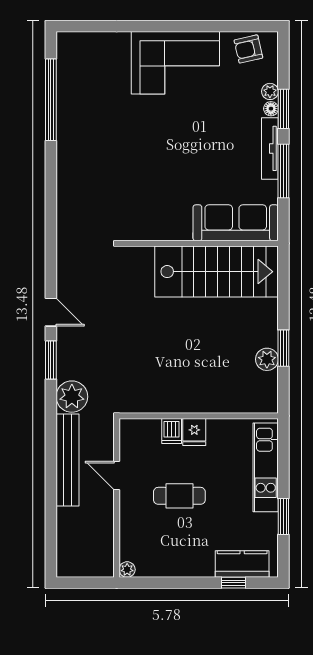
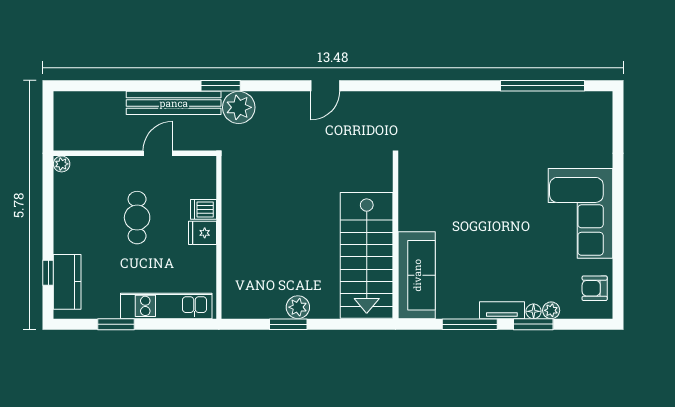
armchair: (248, 49) -> (595, 288), turned -77
tv unit: (270, 148) -> (502, 310), width x0.71
plant: (267, 359) -> (298, 307), moved
window: (51, 360) -> (221, 86), moved

